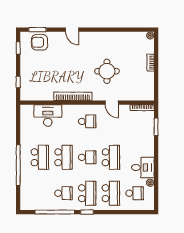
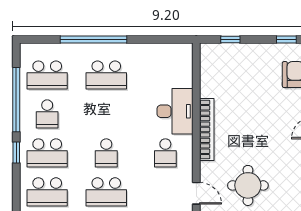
door: (112, 103) -> (196, 193), swing flipped
desk: (48, 115) -> (175, 111), moved
school desk: (63, 157) -> (47, 75), moved

